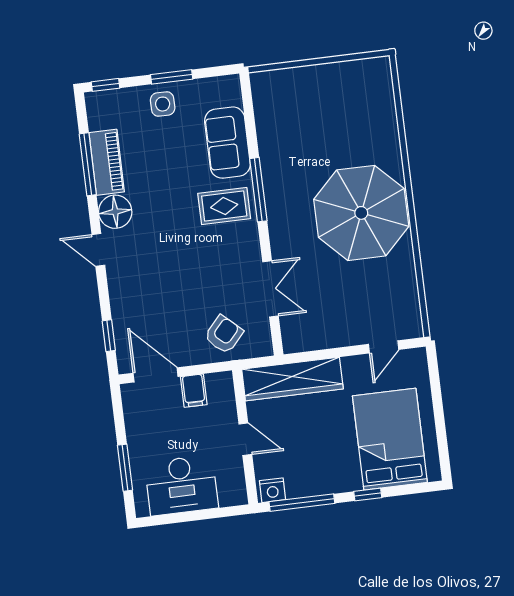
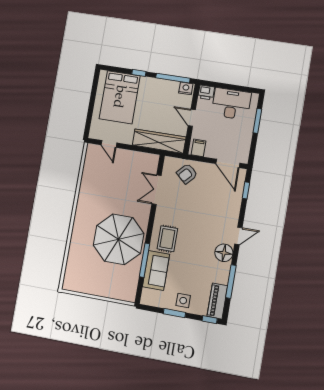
piano: (107, 162) -> (217, 301), moved
window: (258, 190) -> (144, 260), moved
rug: (224, 206) -> (167, 239), turned 90
parasol: (361, 213) -> (119, 239), moved
door: (98, 250) -> (238, 236), hinge flipped
door: (384, 347) -> (109, 144), swing flipped
filing cabinet: (194, 391) -> (198, 148), moved
printer: (233, 493) -> (206, 92), added

